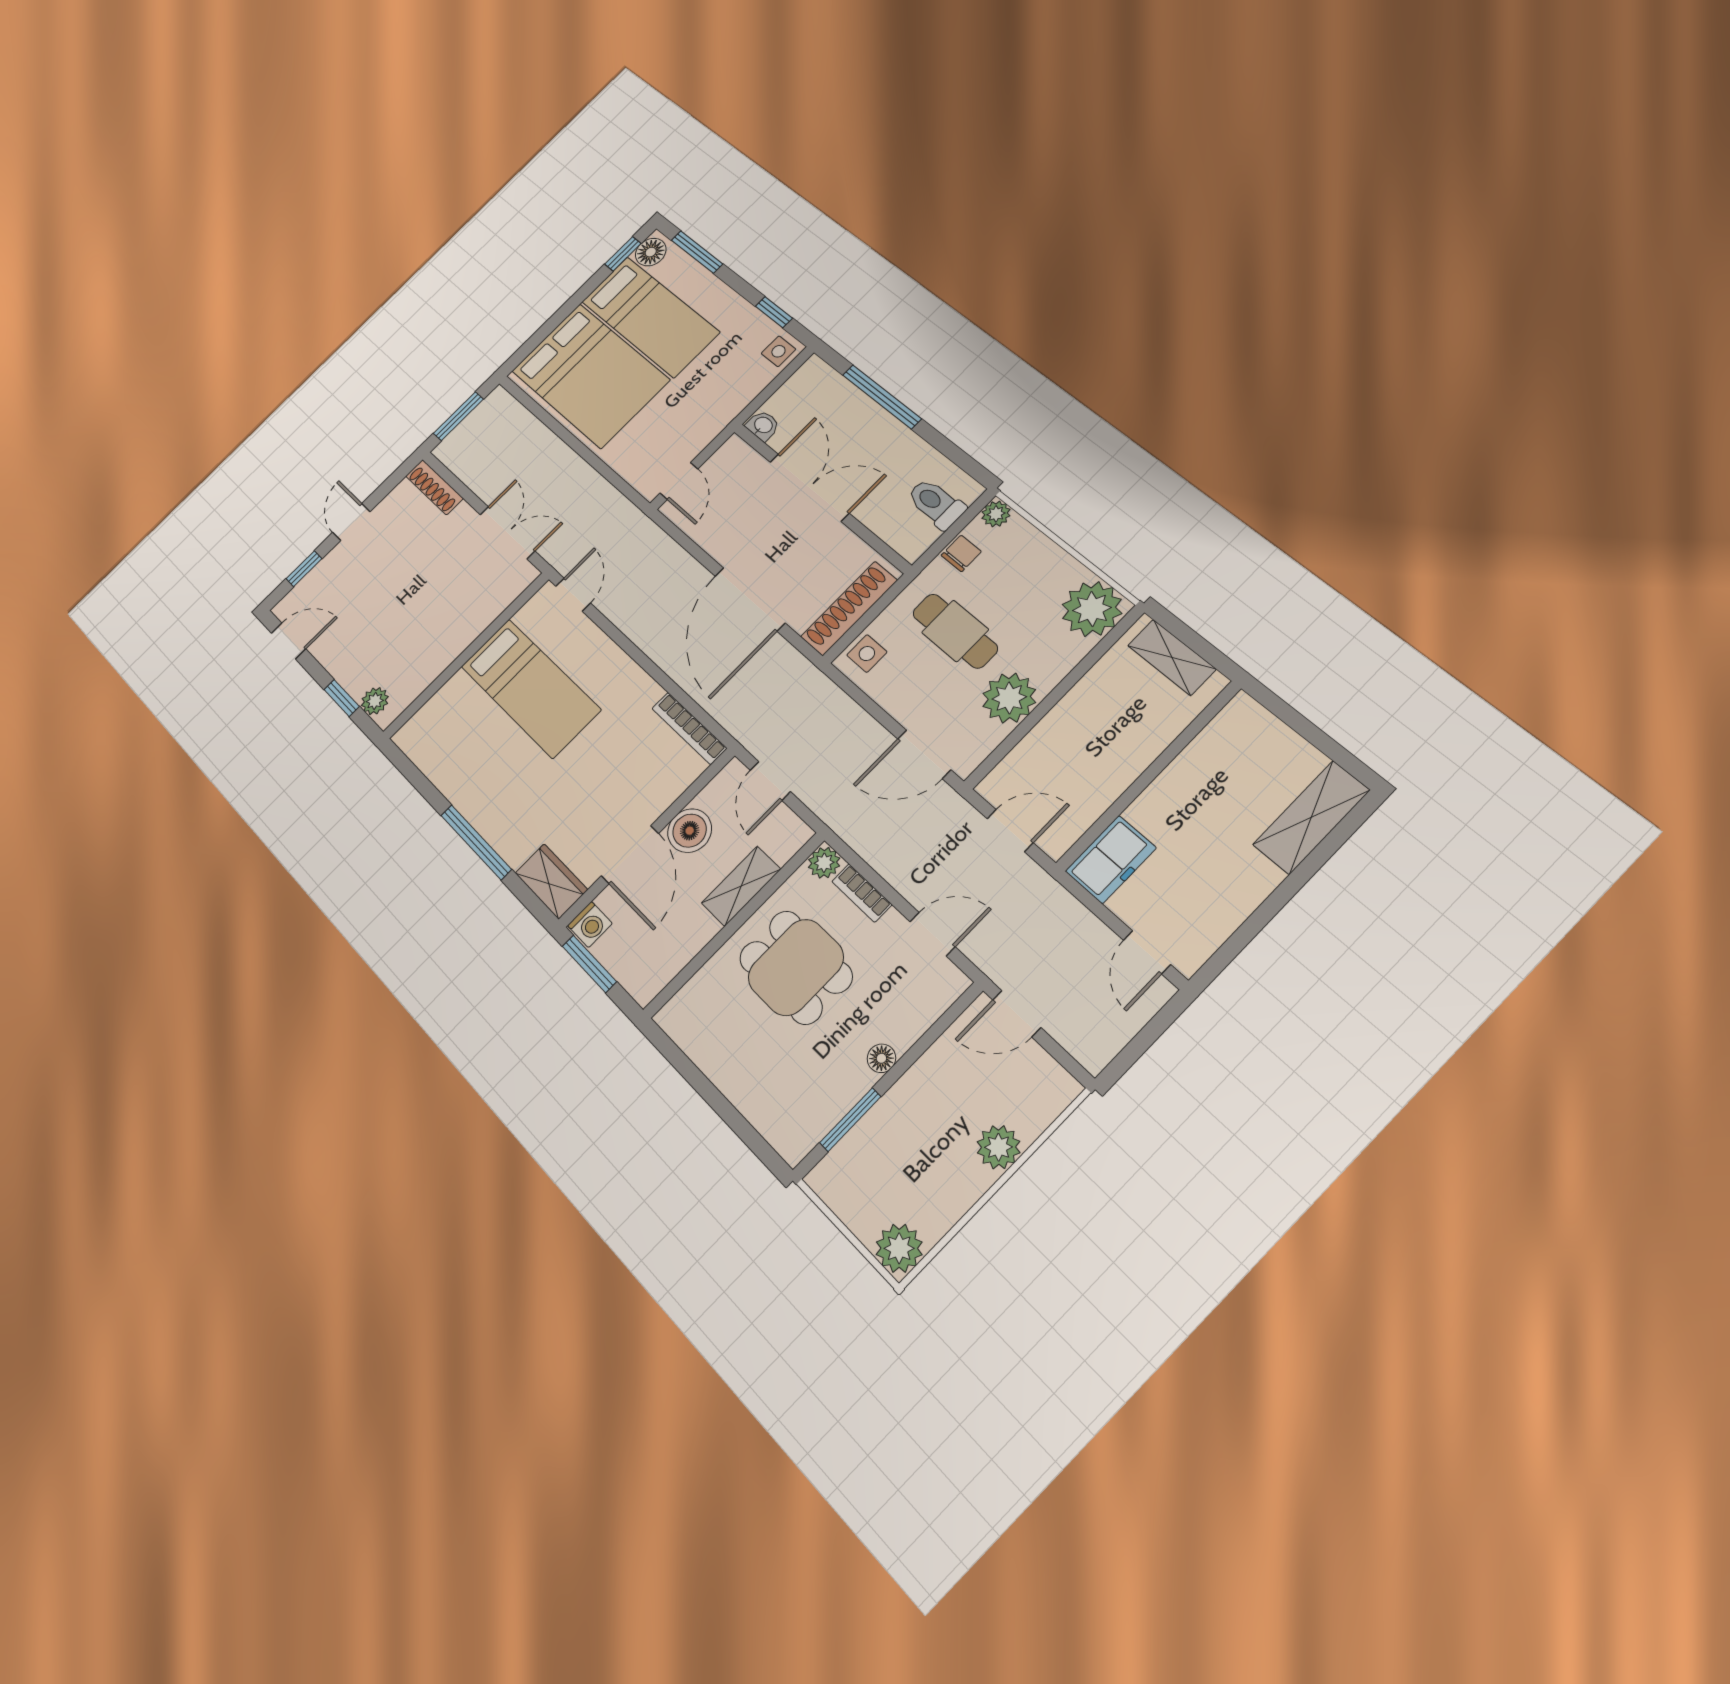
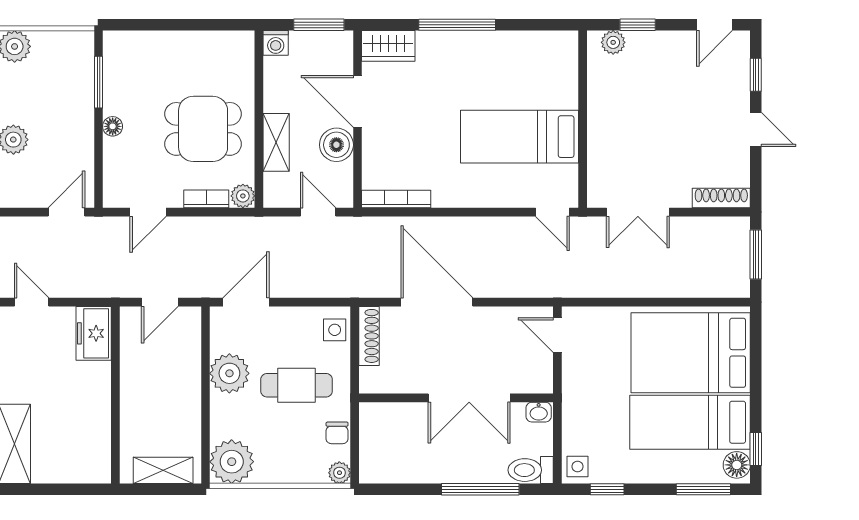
toilet: (936, 503) -> (531, 470), moved, turned 180
shoe rack: (849, 608) -> (369, 336), width x0.74, depth x0.81
washing machine: (590, 924) -> (276, 43), moved, turned -90

